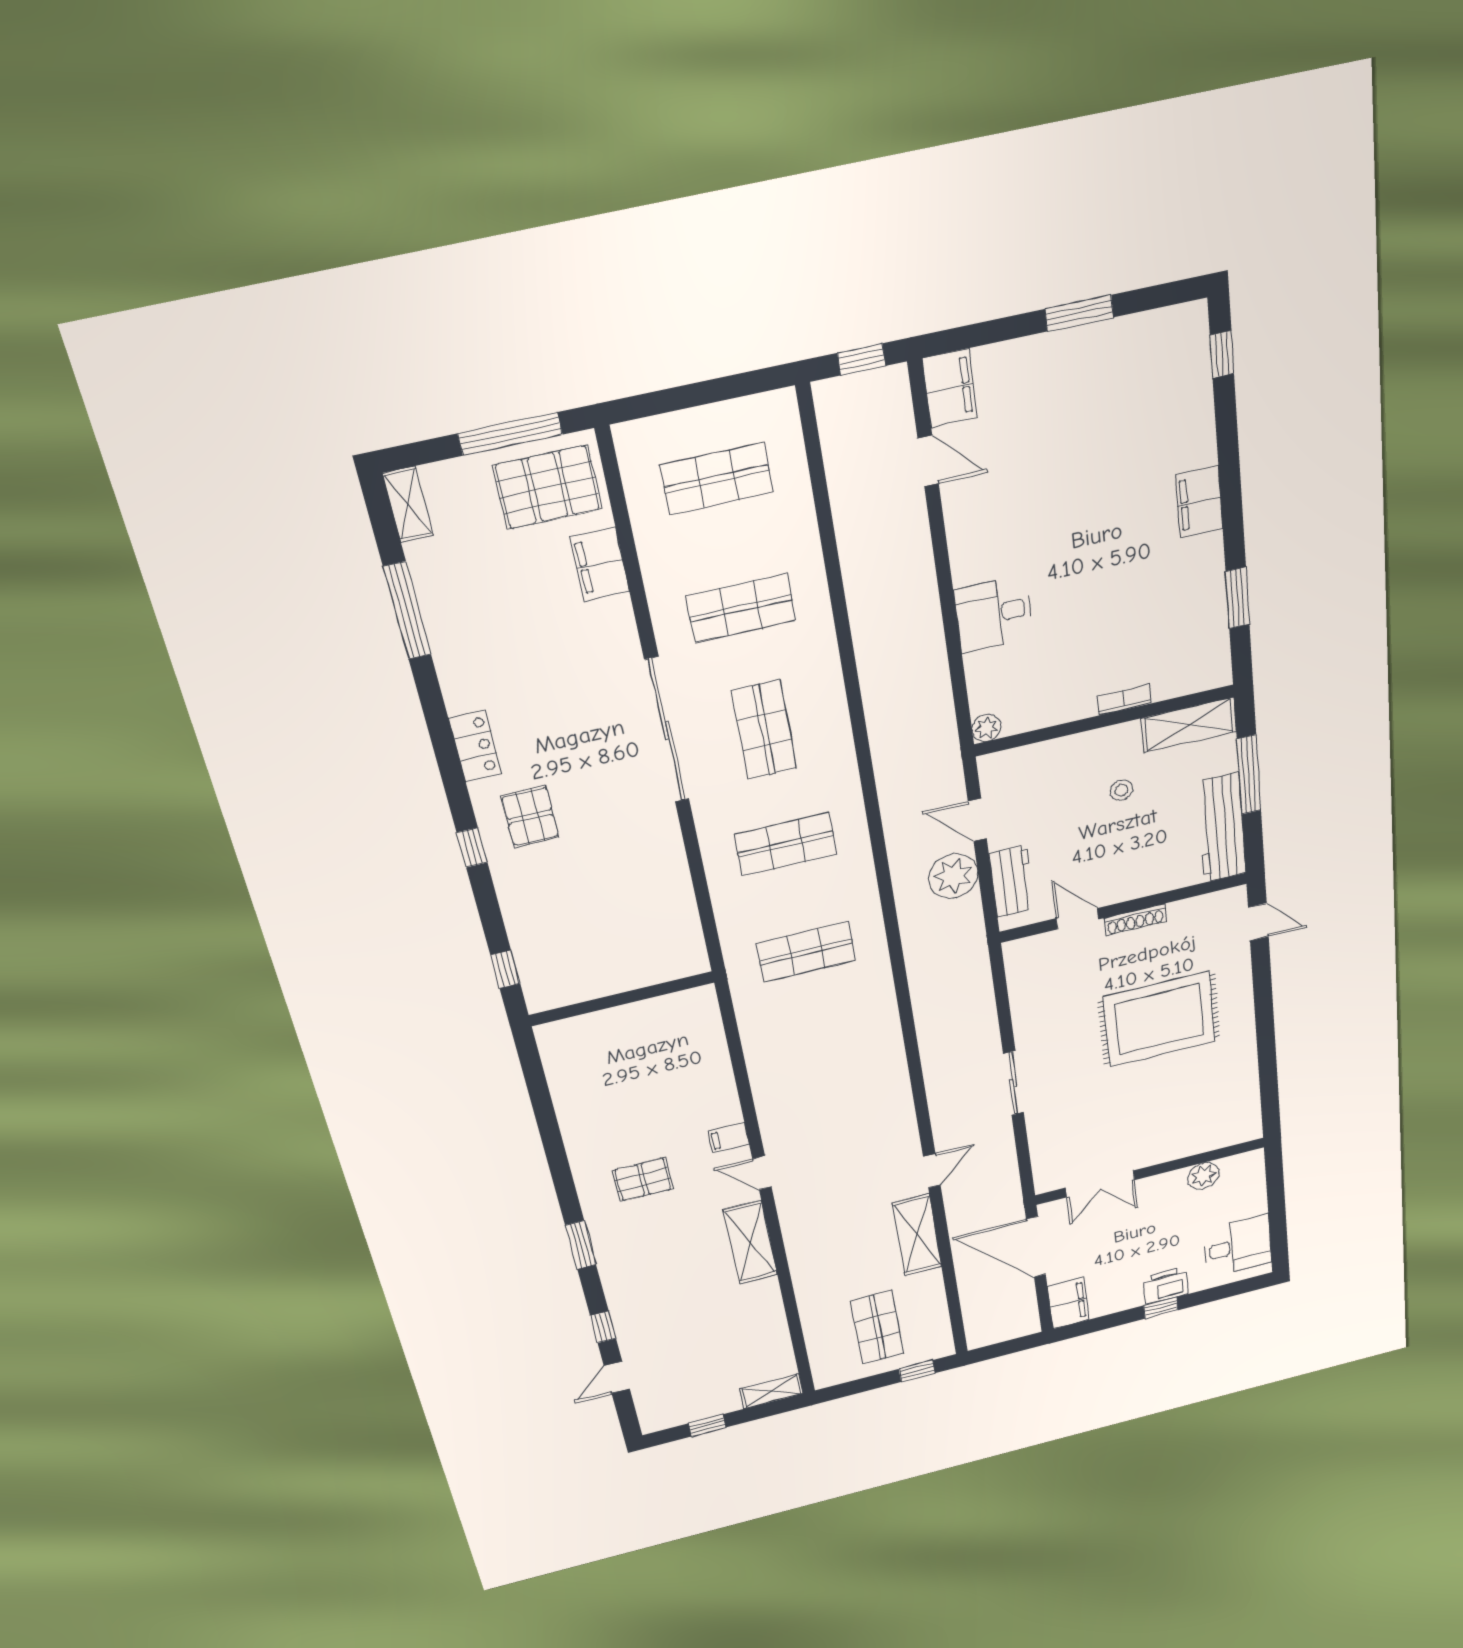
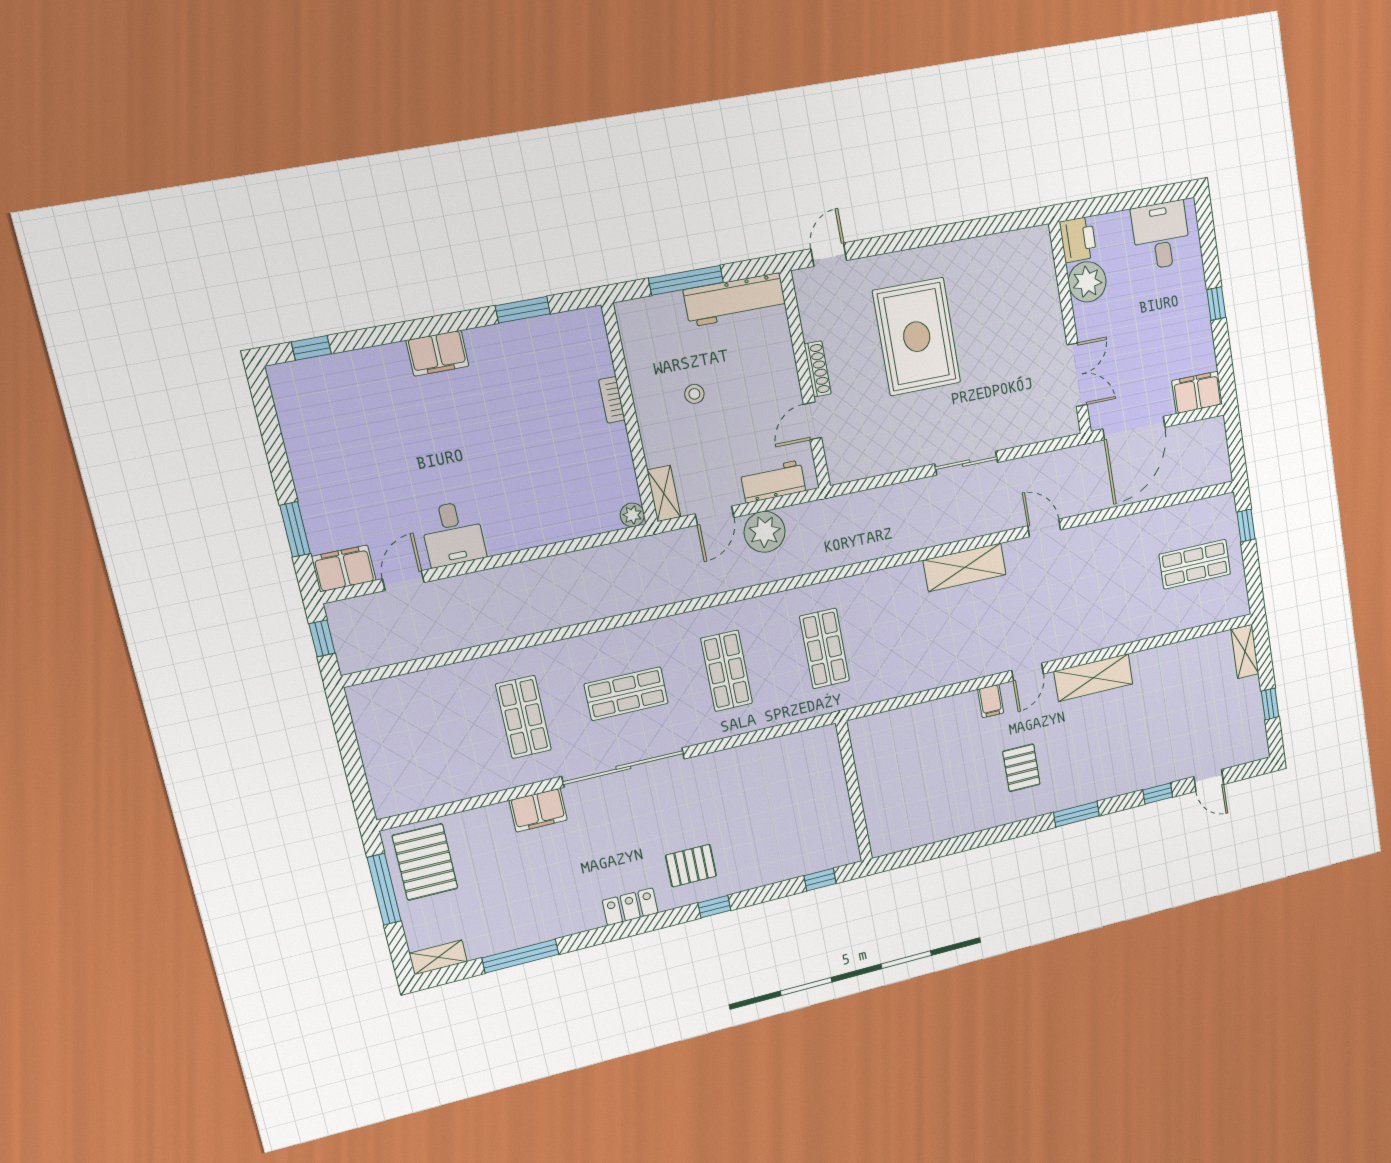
window: (1079, 313) -> (295, 529), moved
shop shelf: (717, 479) -> (418, 741), removed
filing cabinet: (600, 564) -> (538, 810), moved
desk: (994, 614) -> (453, 534), moved
shelving: (1189, 725) -> (664, 493), moved, width x0.67, depth x0.75
plant: (1203, 1176) -> (1087, 282), width x1.36, depth x1.36
shelving: (917, 1235) -> (965, 567), moved
printer: (1166, 1285) -> (1078, 239), moved, turned 180

